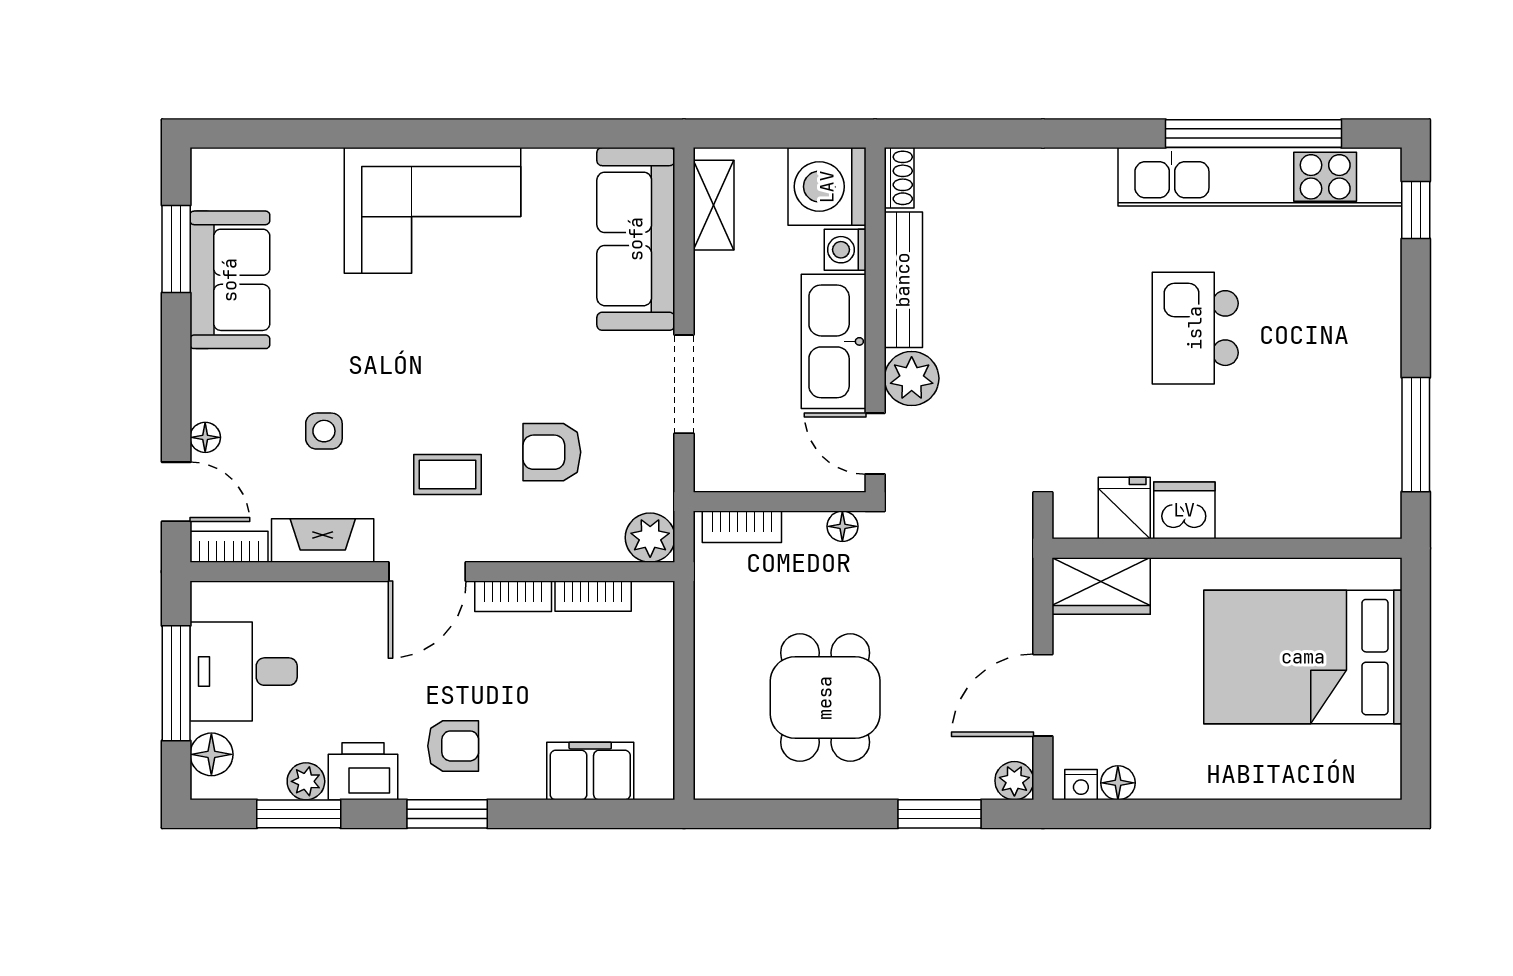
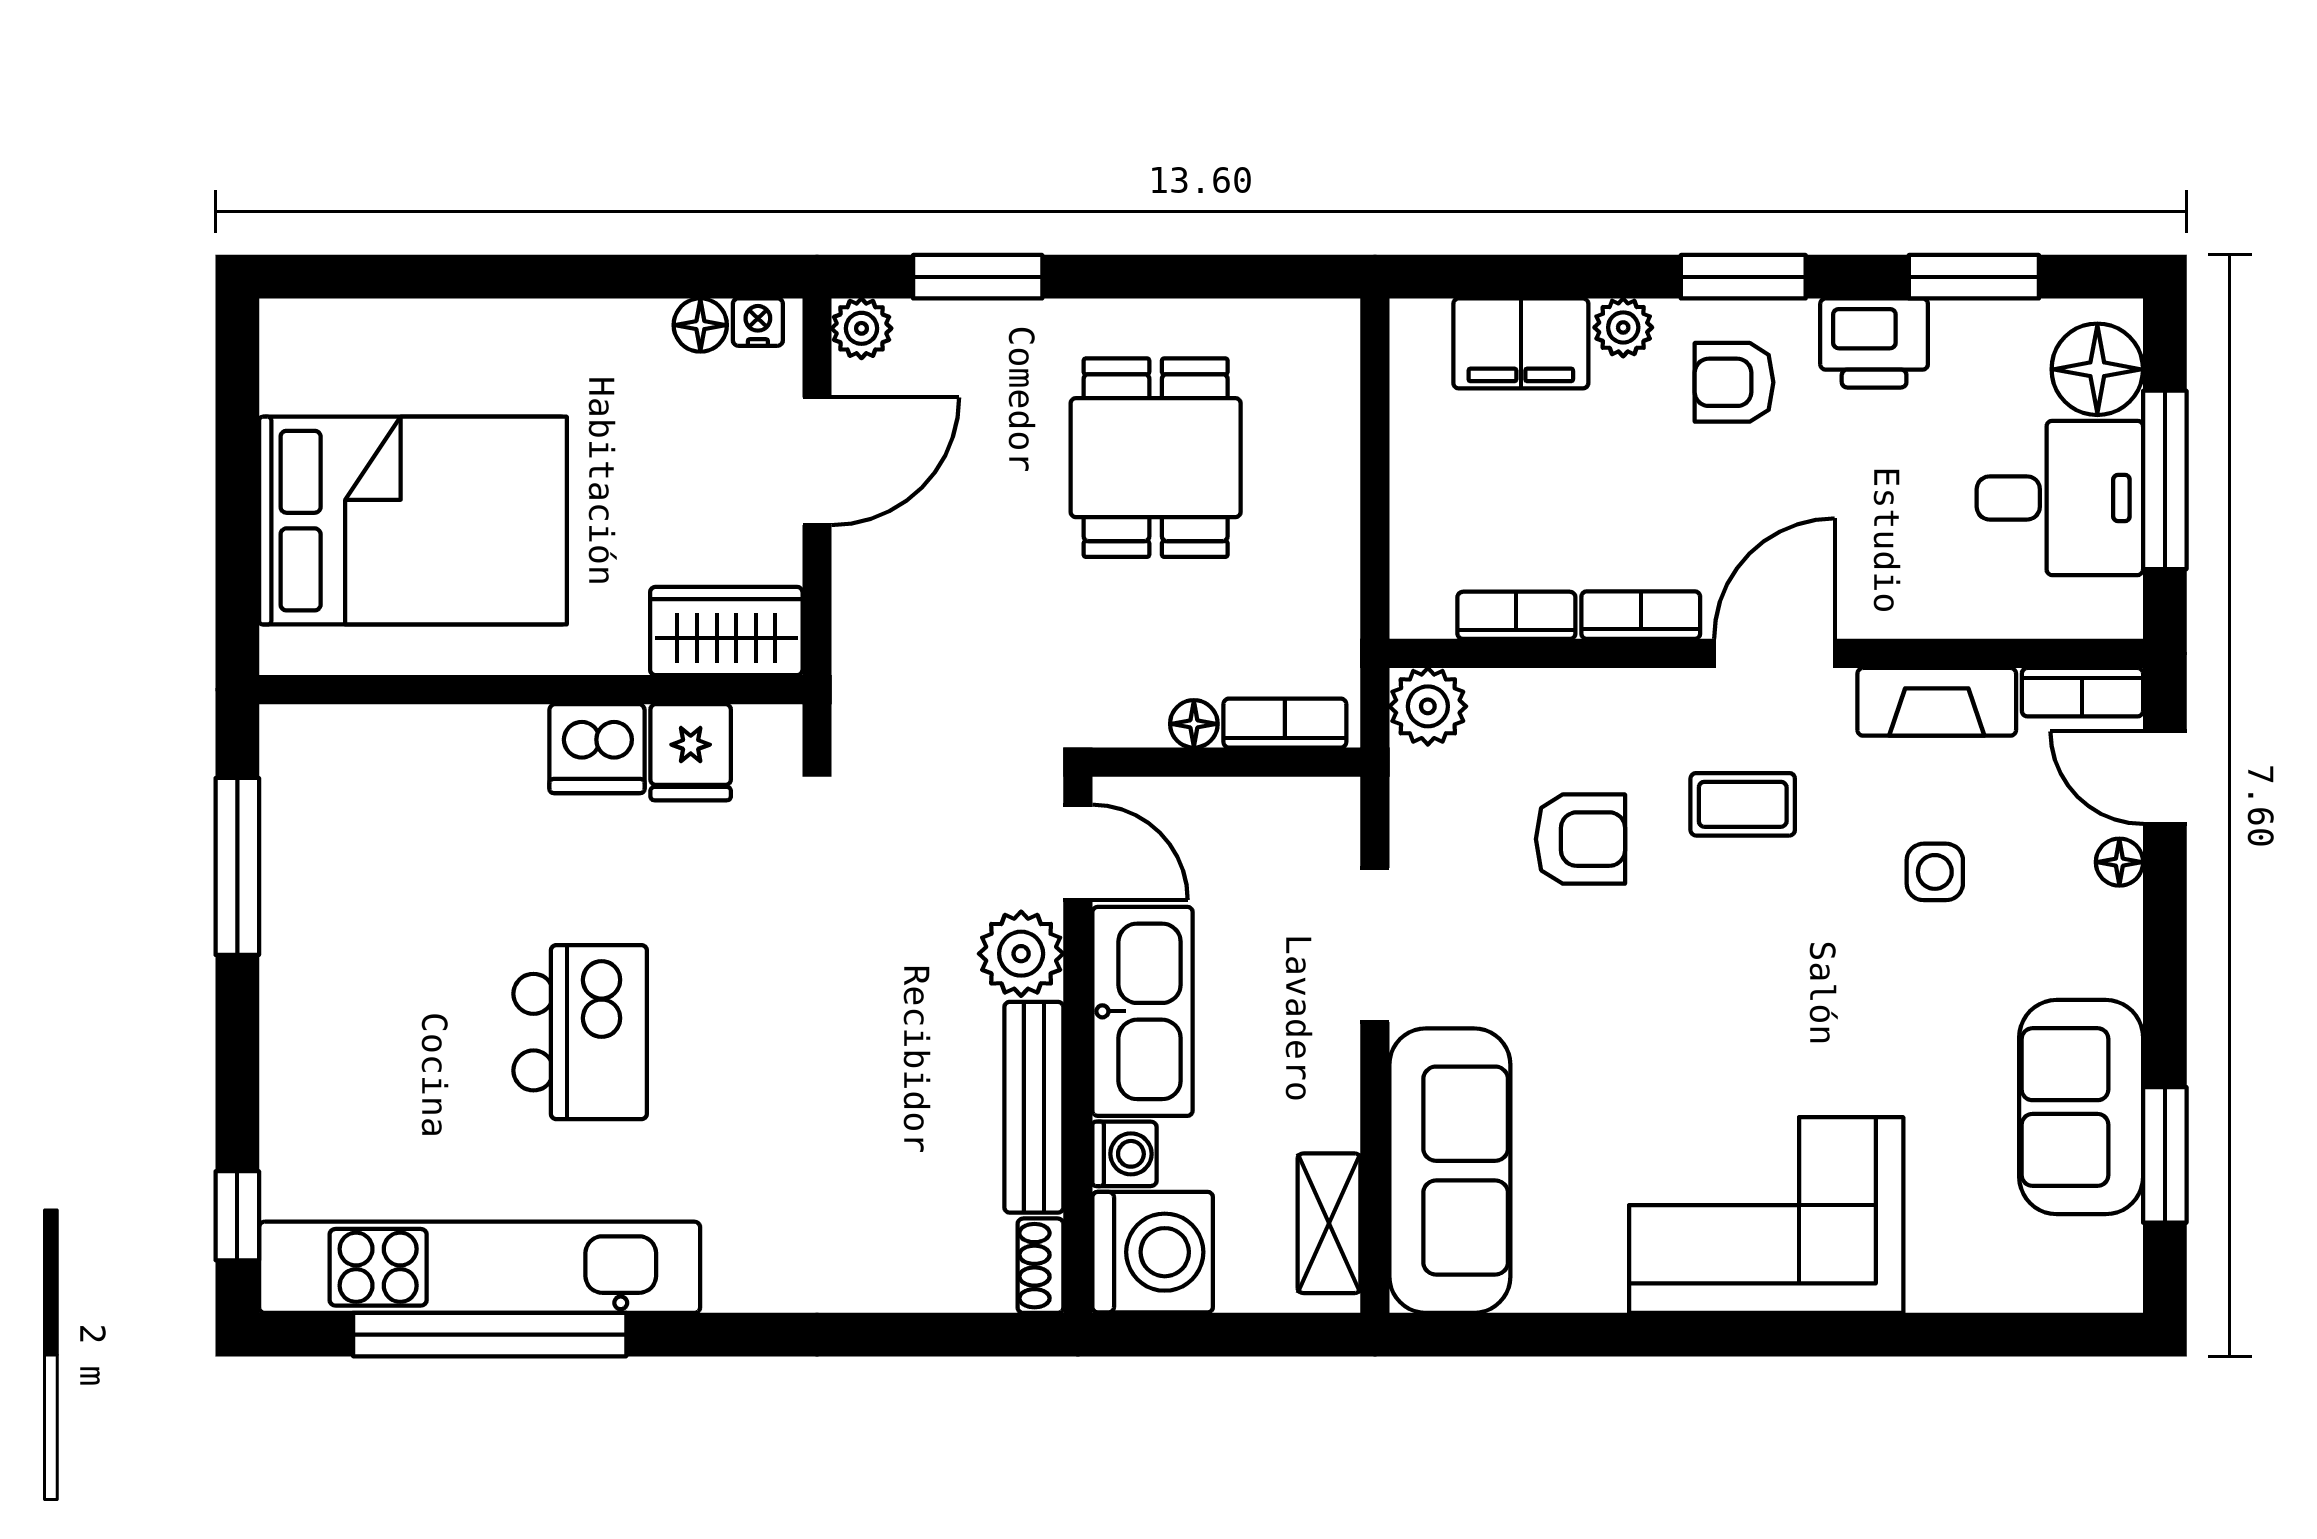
floor lamp: (842, 526) -> (1194, 724), moved
floor lamp: (211, 754) -> (2097, 369), width x1.38, depth x1.38
plant: (306, 781) -> (1623, 327), moved

